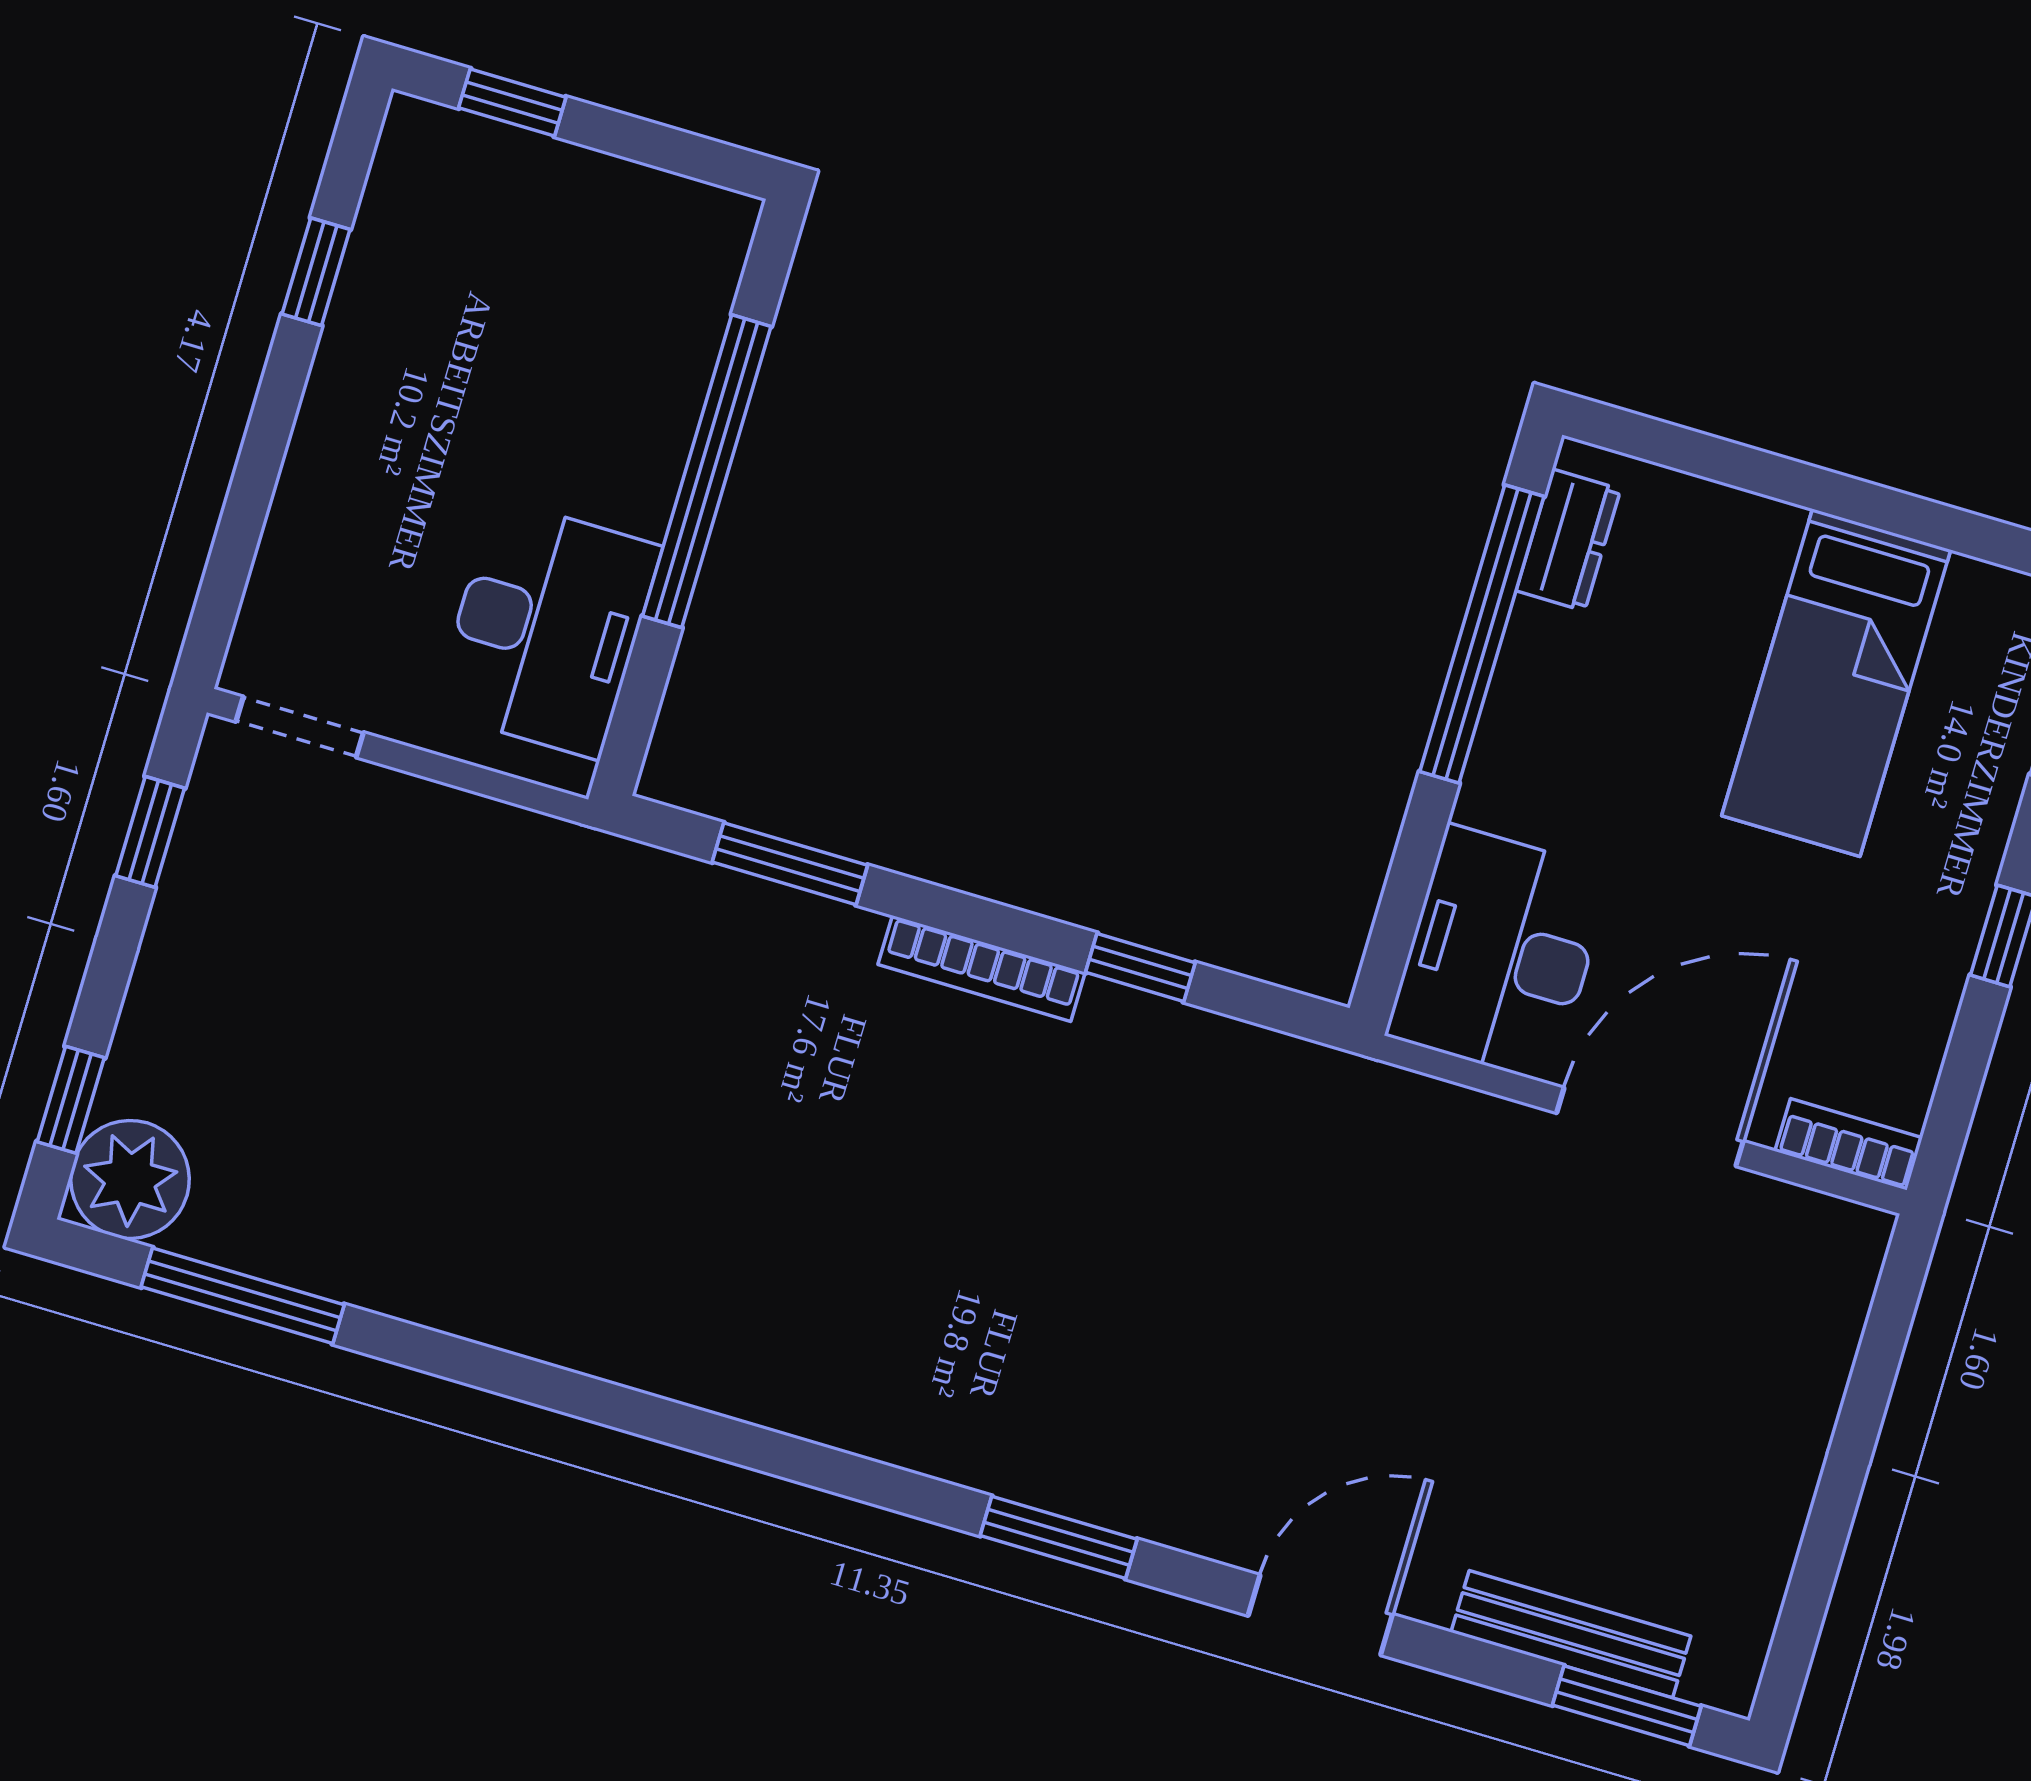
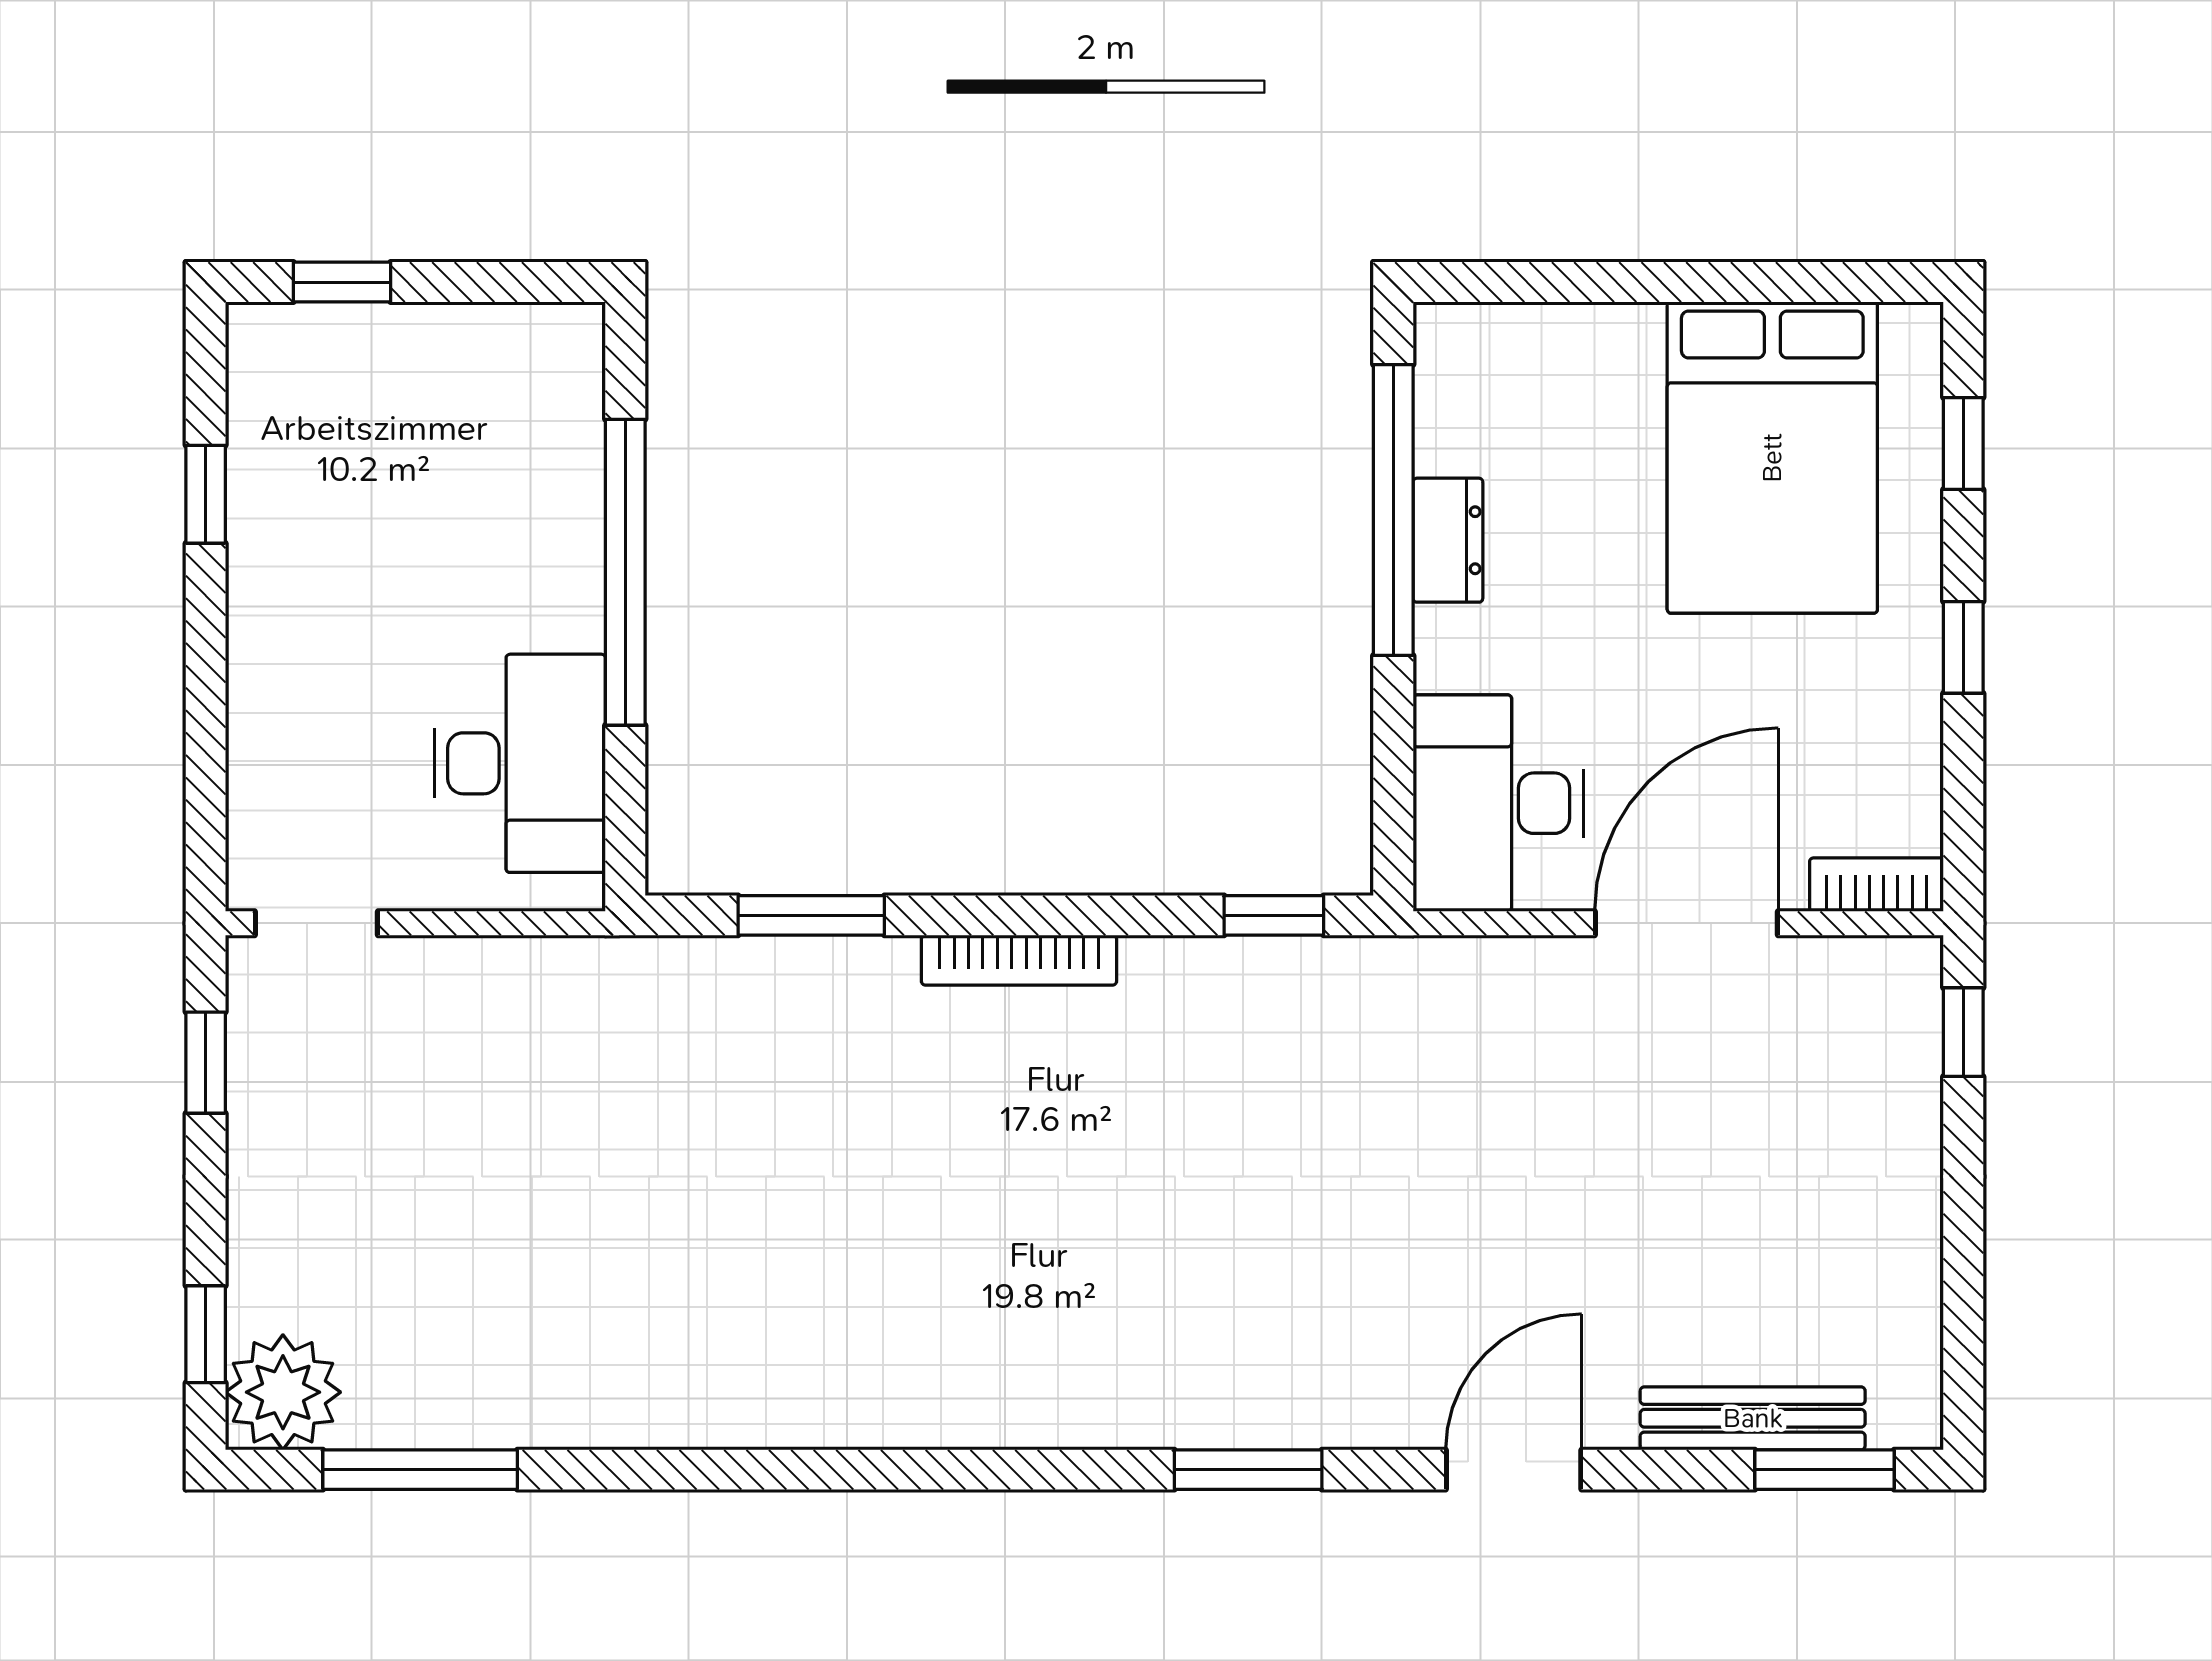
dresser: (1568, 540) -> (1448, 540), moved
bed: (1836, 683) -> (1772, 458), width x1.50
window: (1140, 968) -> (1274, 915), moved
window: (1891, 1315) -> (1963, 1032), added

